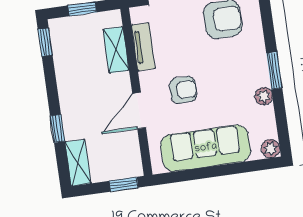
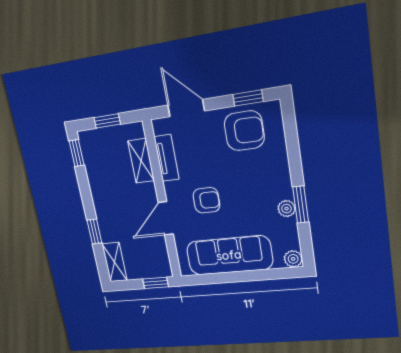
window: (274, 71) -> (301, 205), moved

